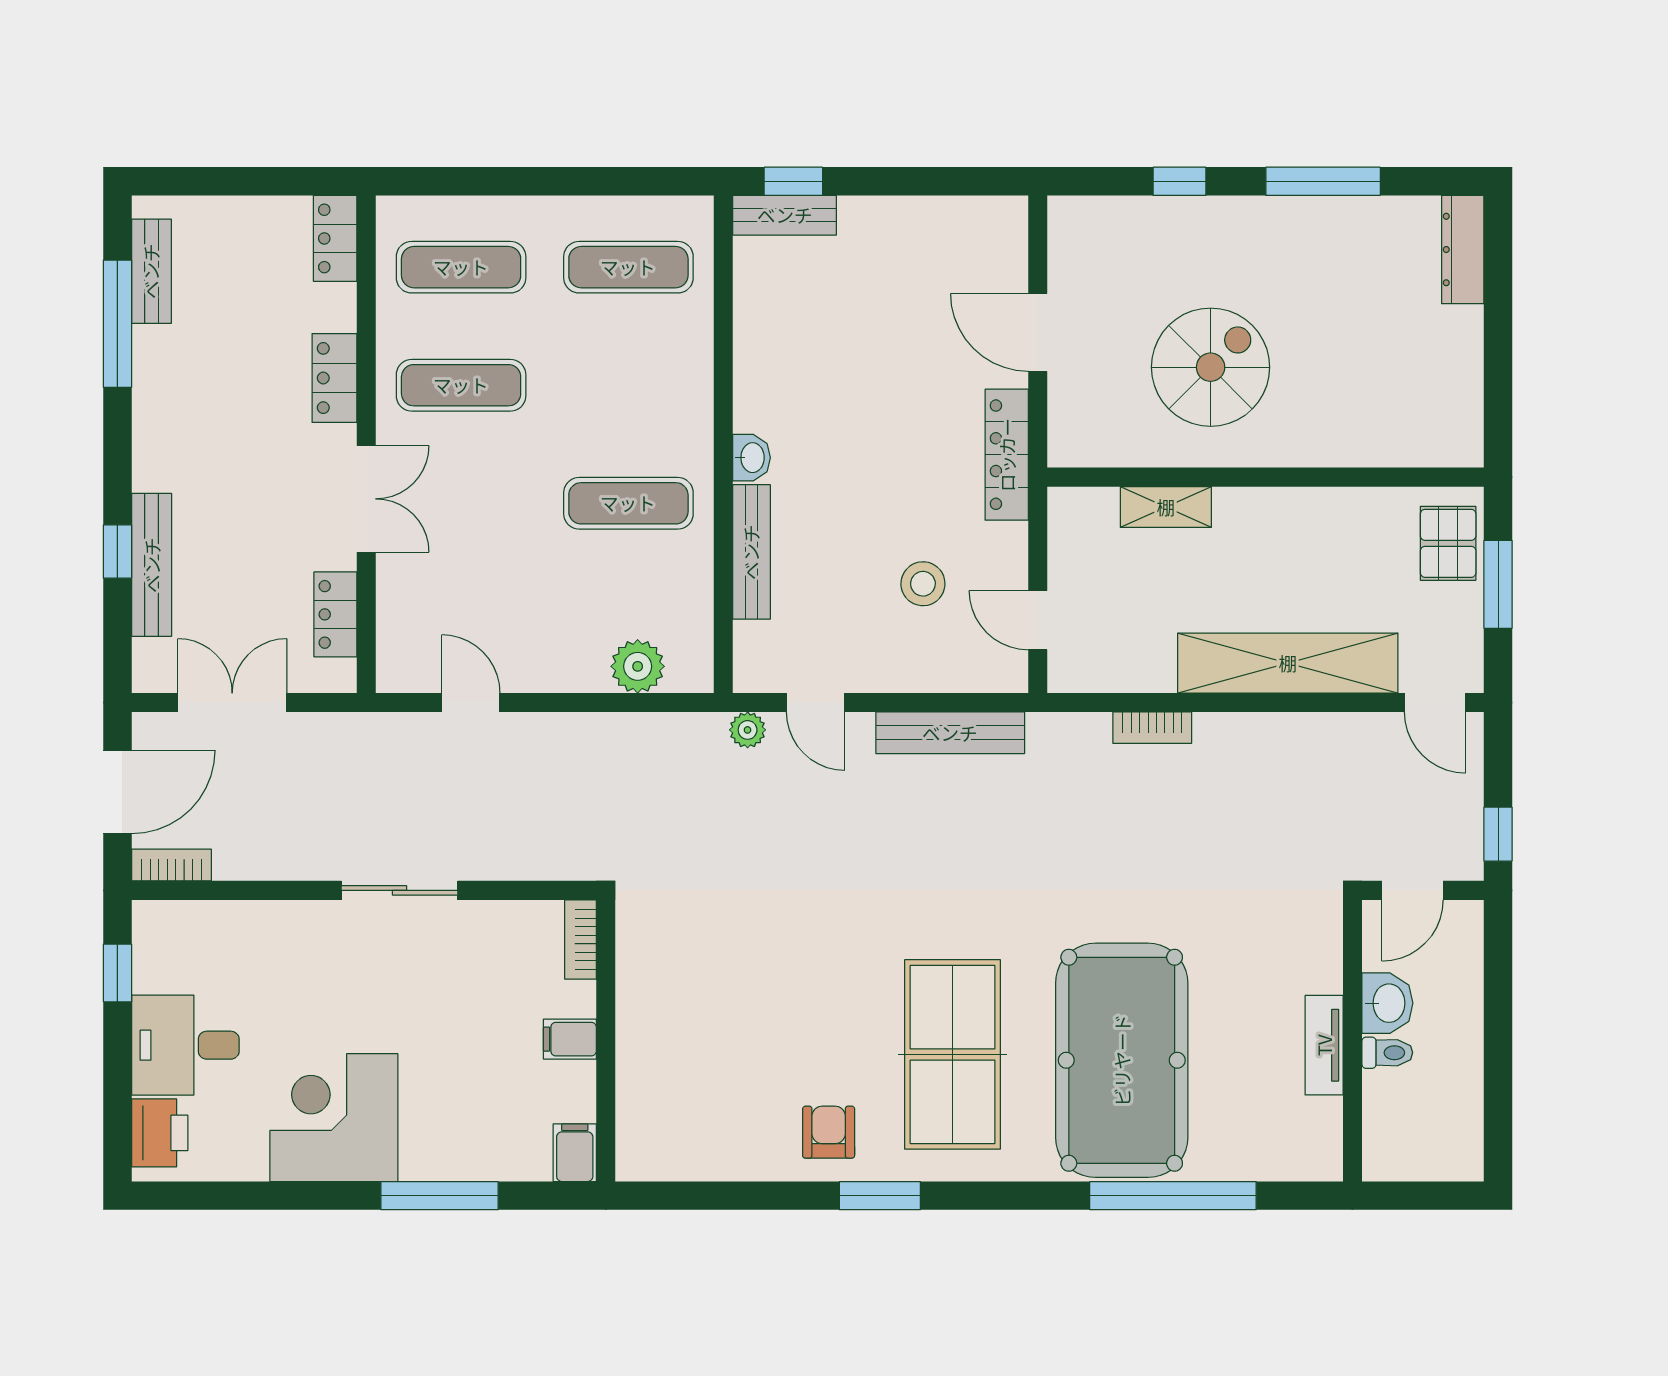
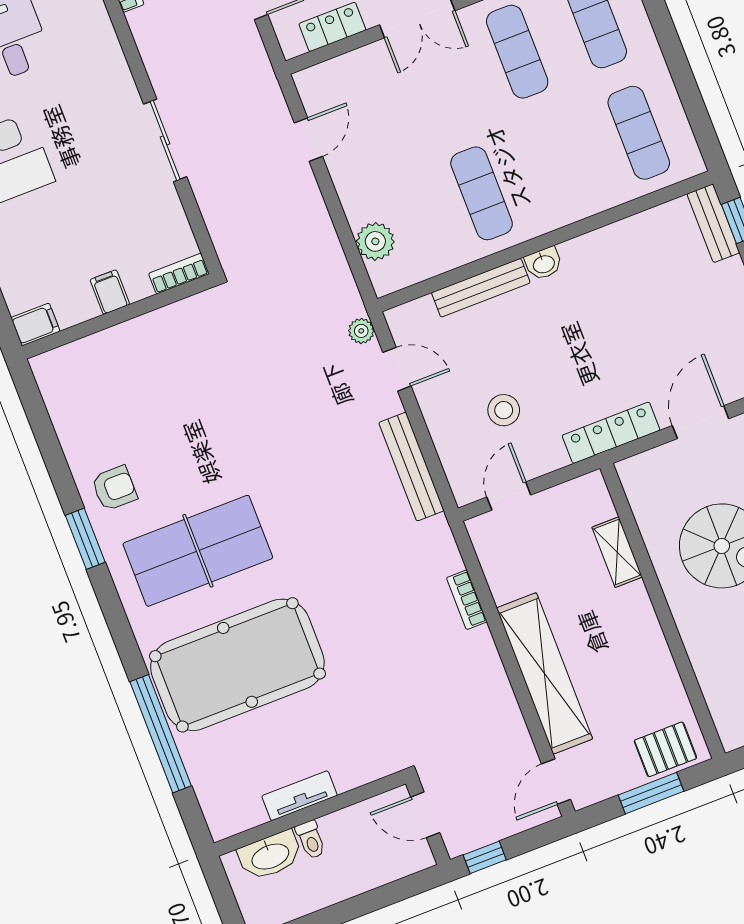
door: (816, 703) -> (397, 369), swing flipped
washbasin: (1387, 1003) -> (270, 856), moved, width x1.38

